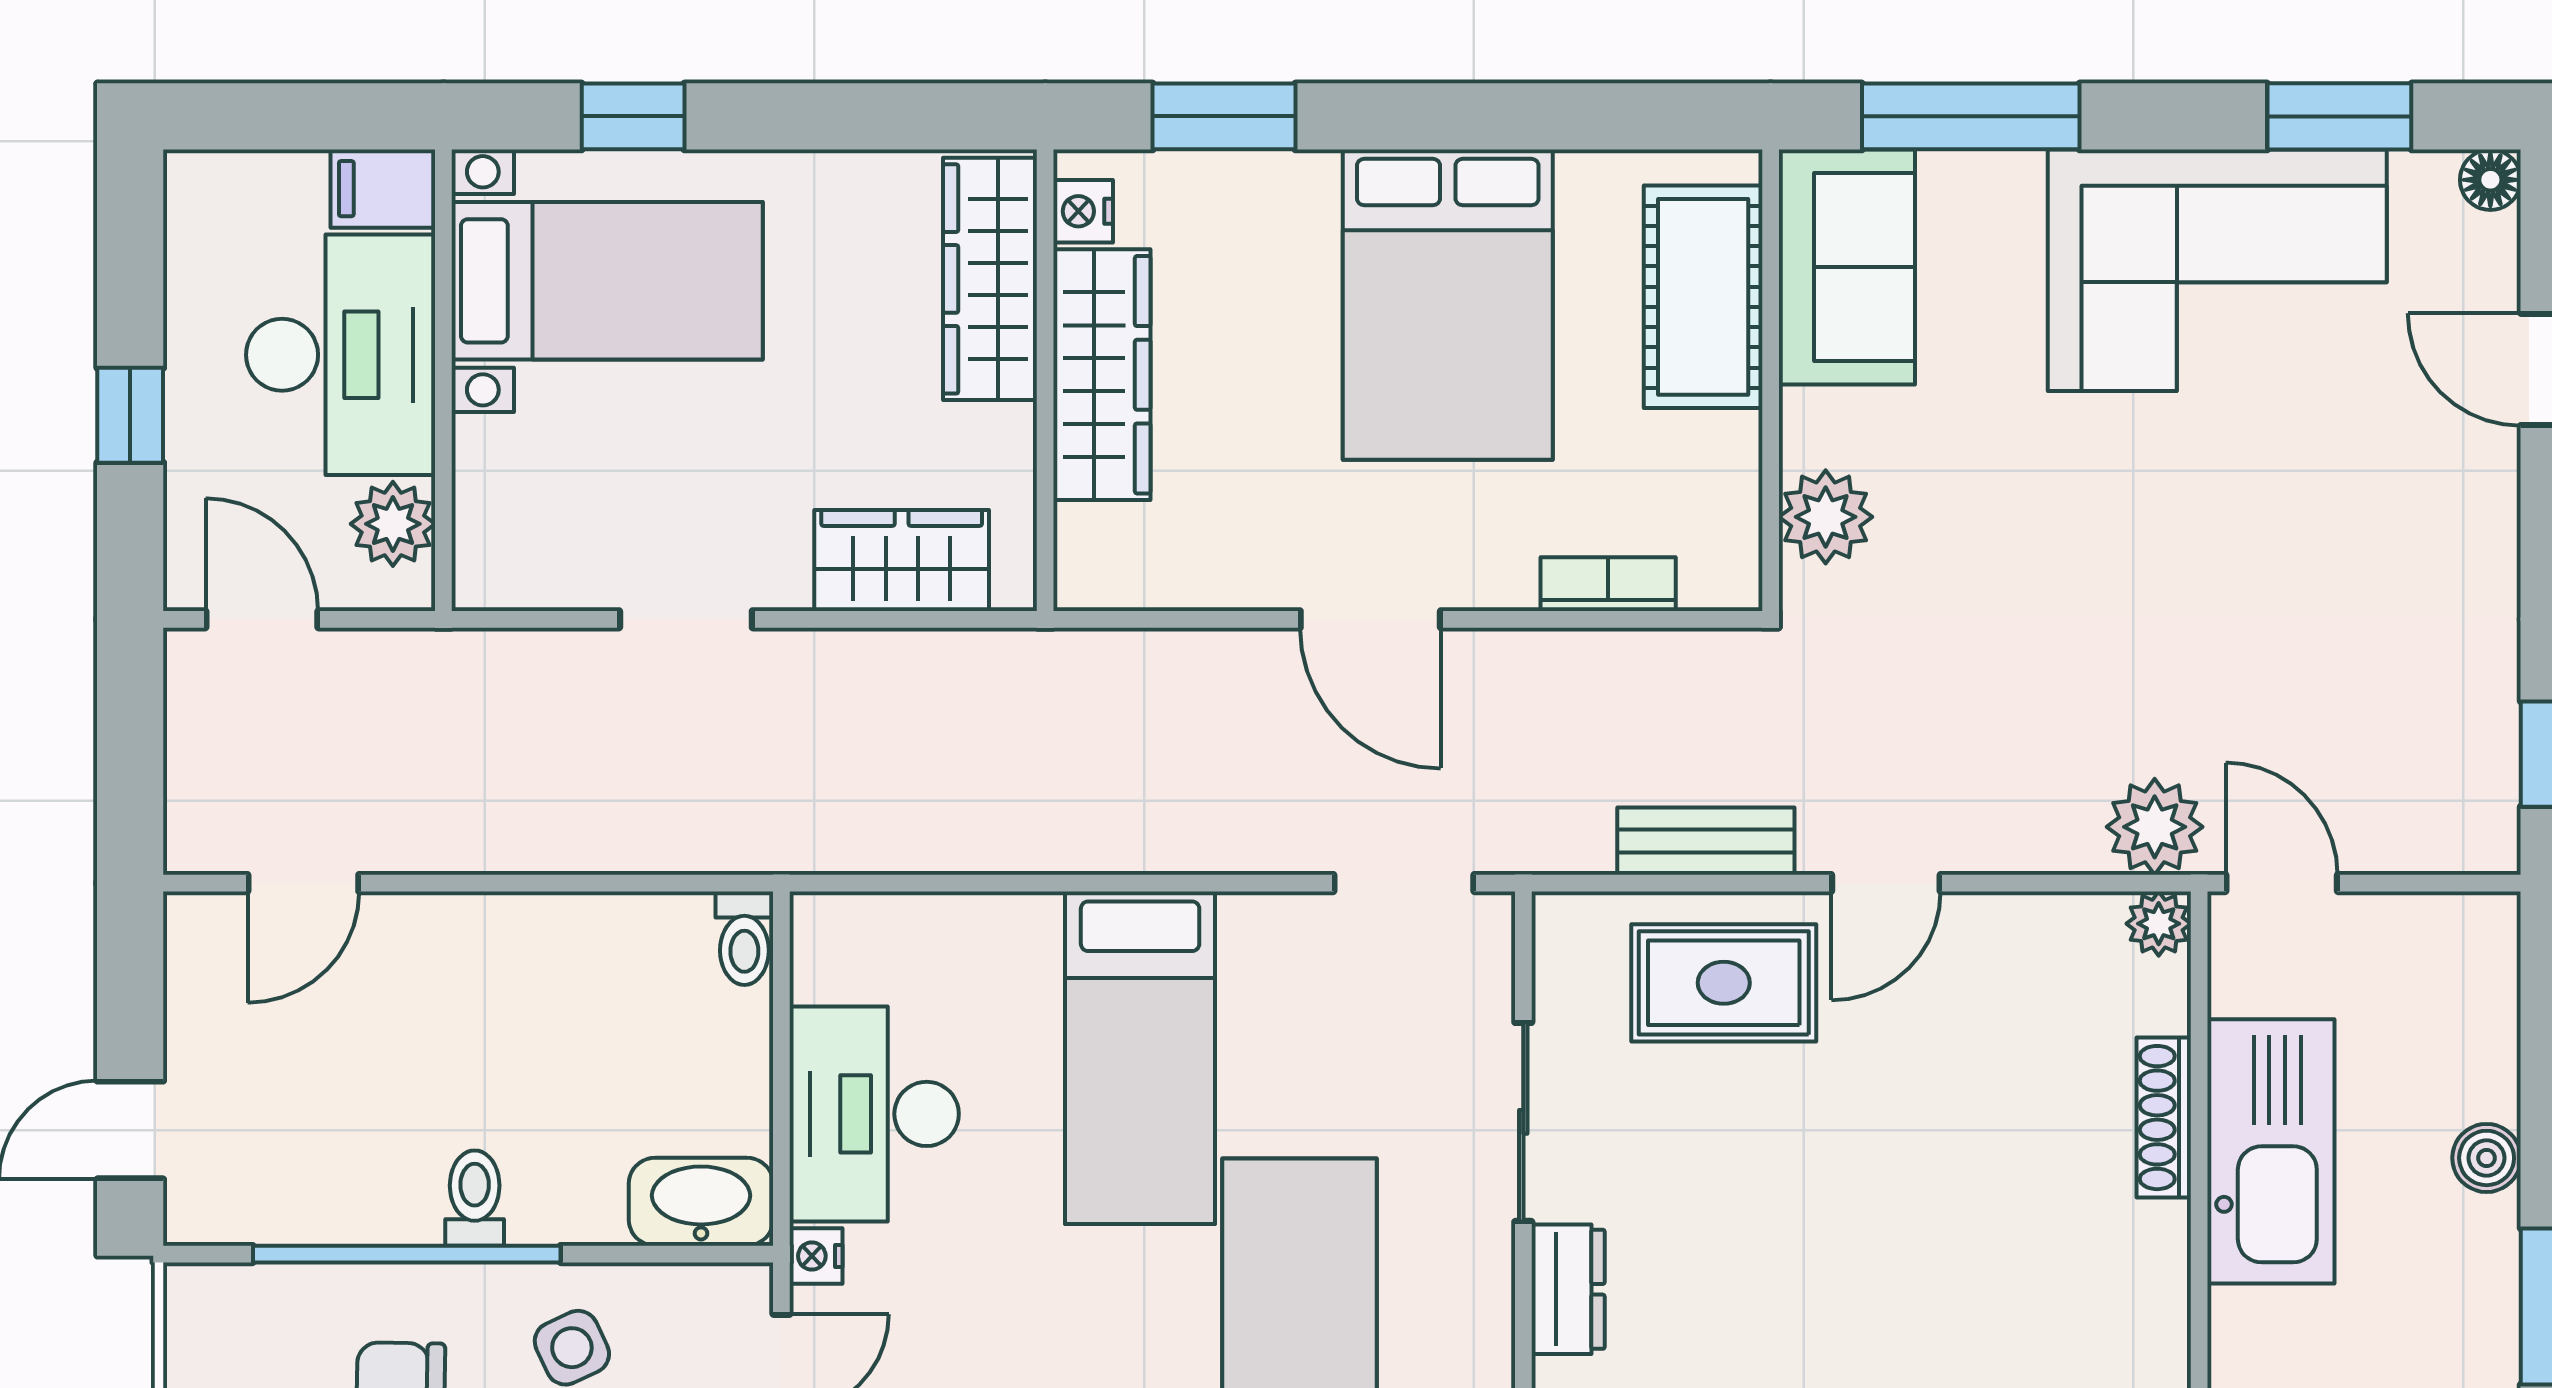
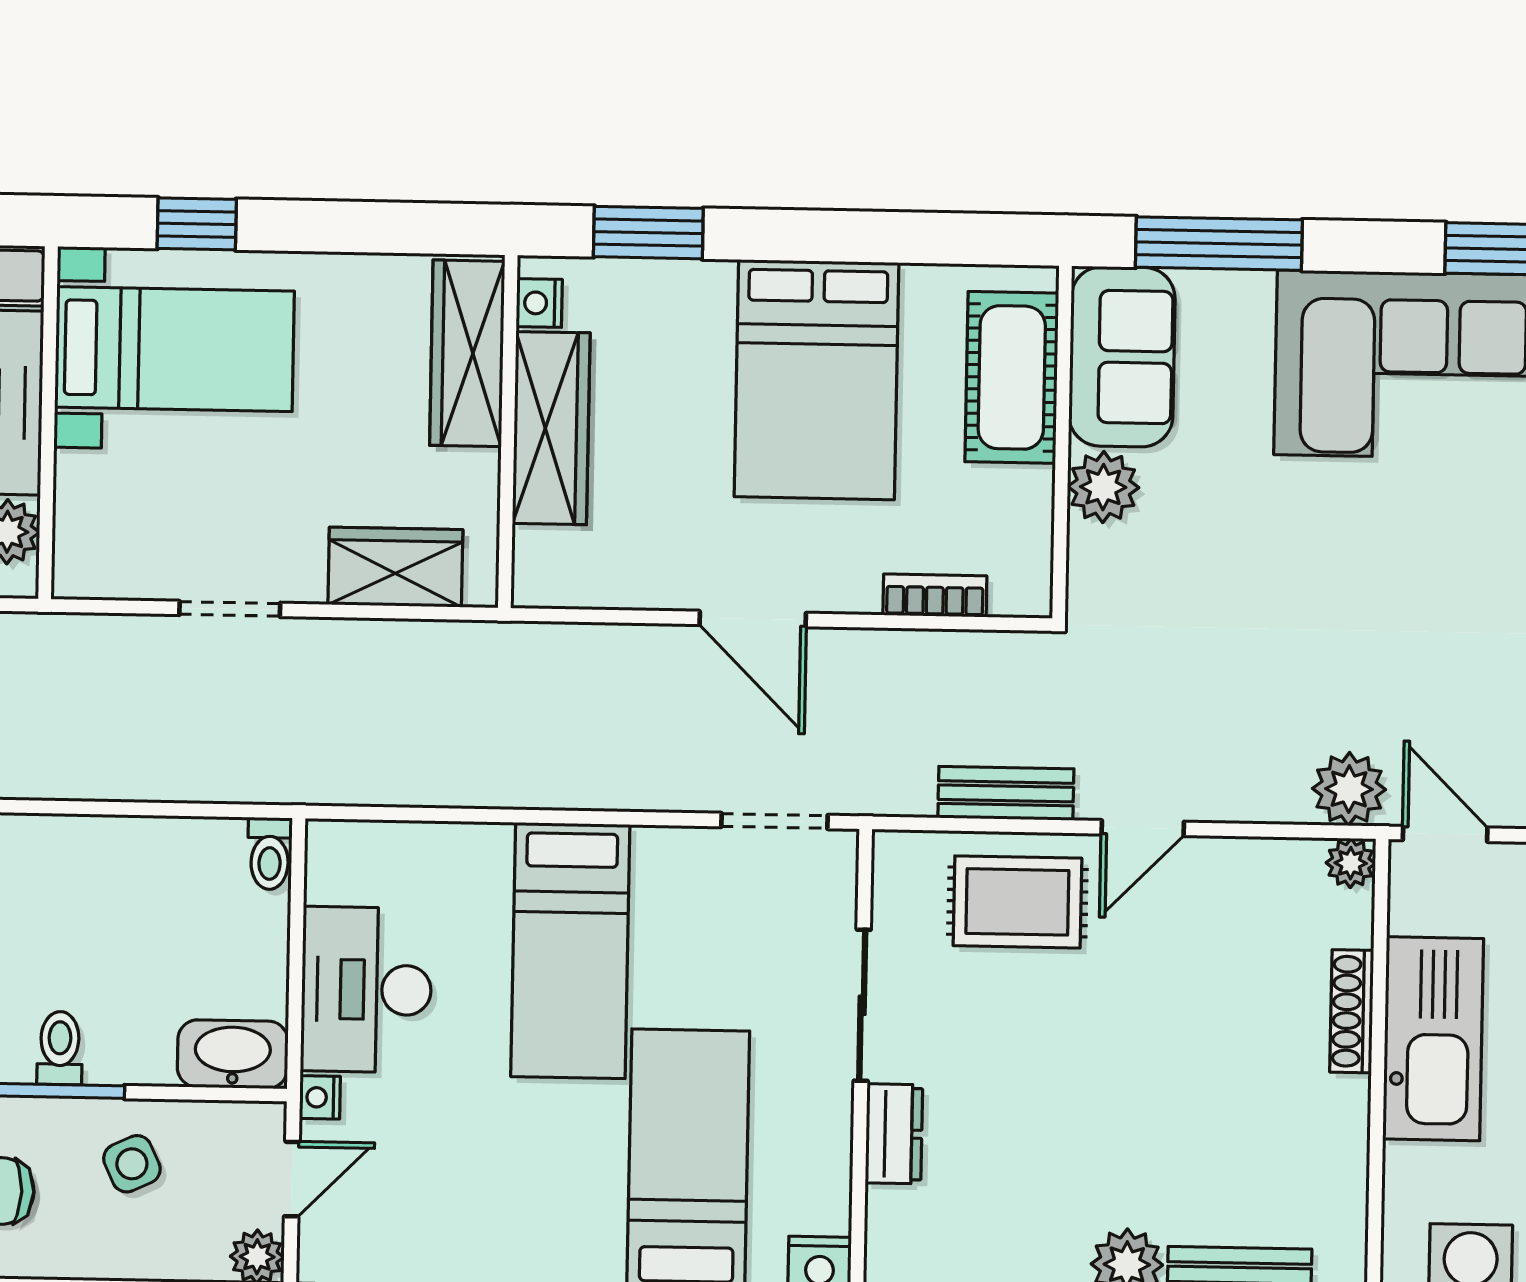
plant: (1826, 517) -> (1103, 487), moved

